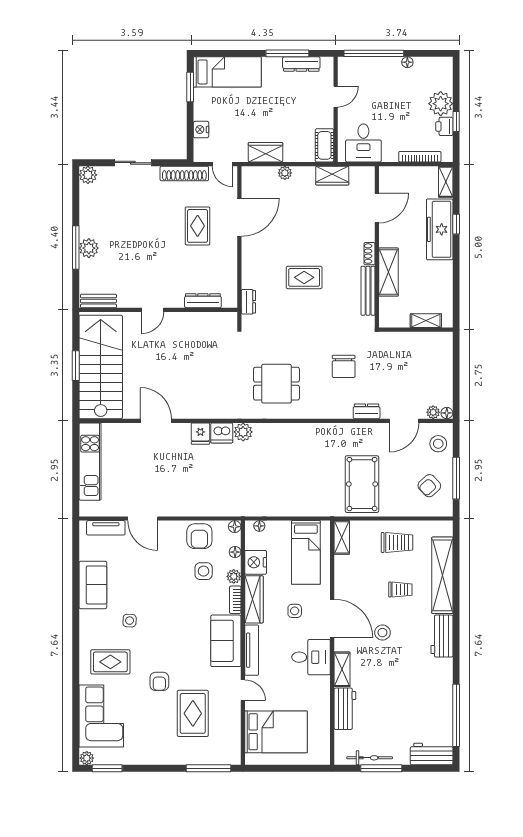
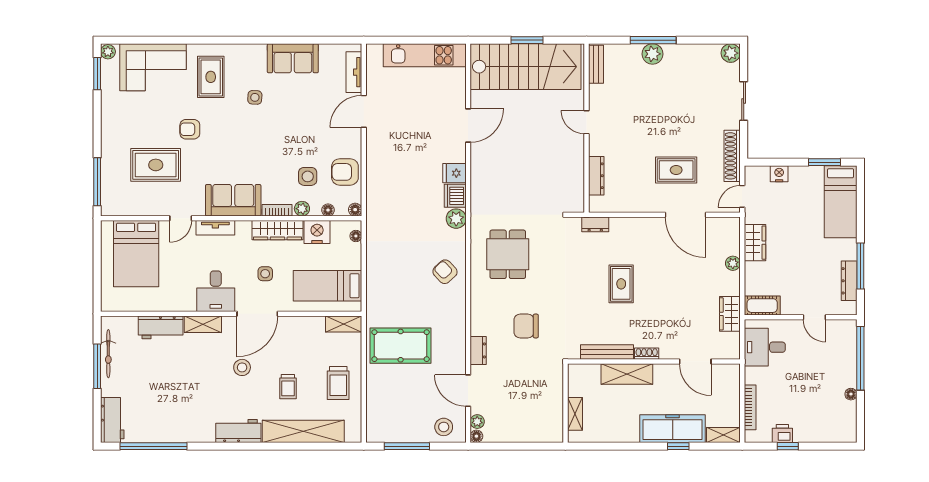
plant: (441, 104) -> (807, 430), removed
armchair: (429, 486) -> (445, 272), moved
tv unit: (252, 650) -> (215, 228), width x0.71

